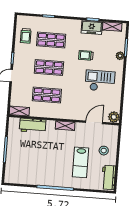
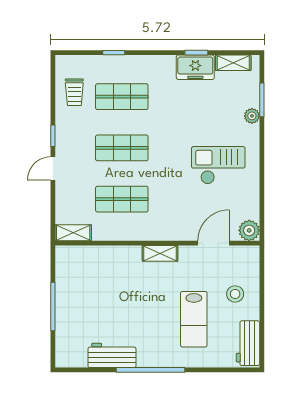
trolley: (86, 55) -> (188, 120), removed
workbench: (33, 125) -> (112, 355), moved, turned 180

